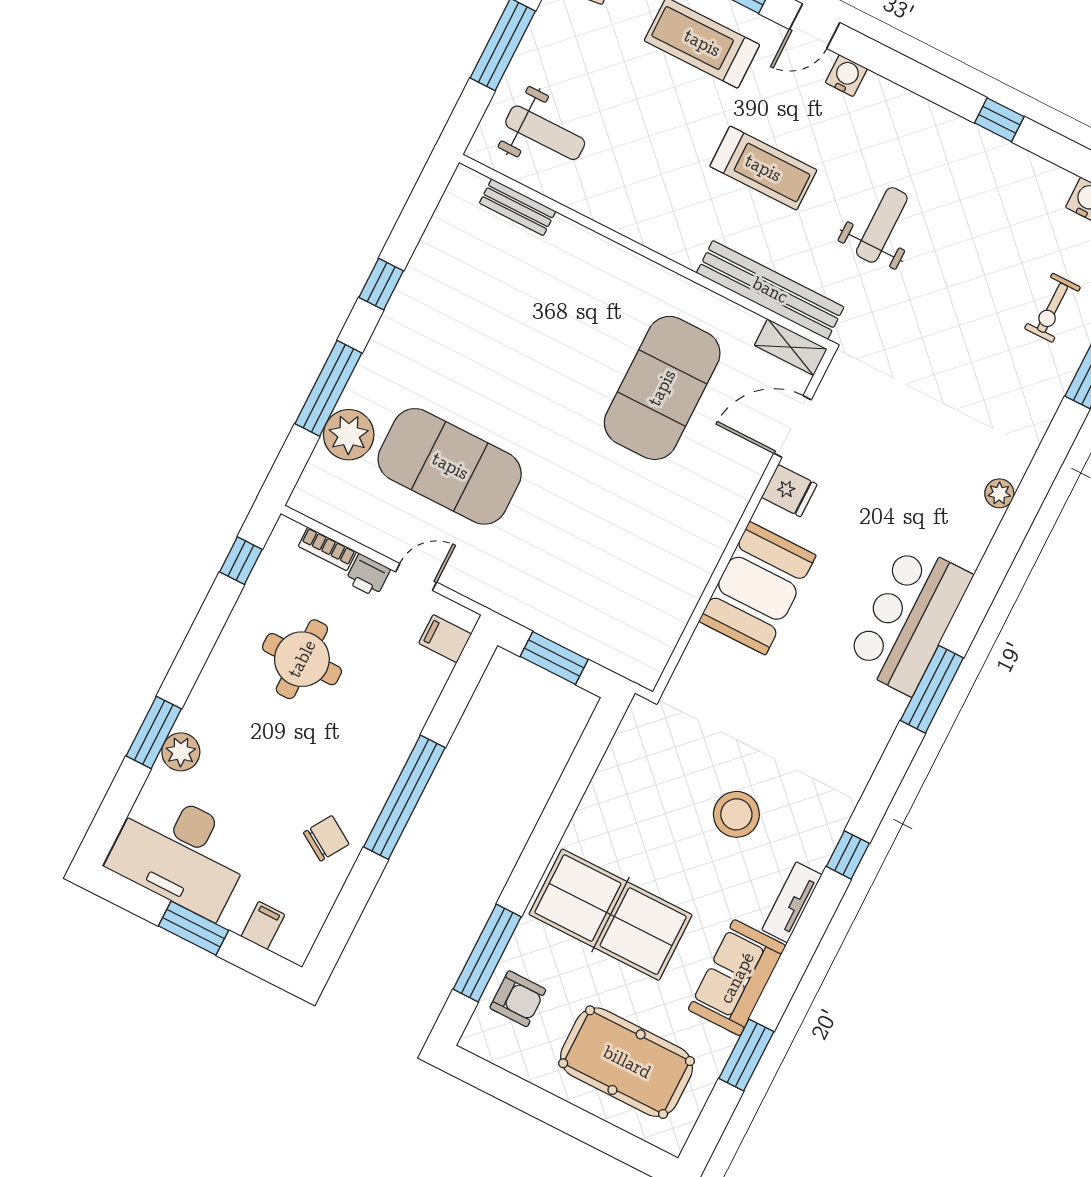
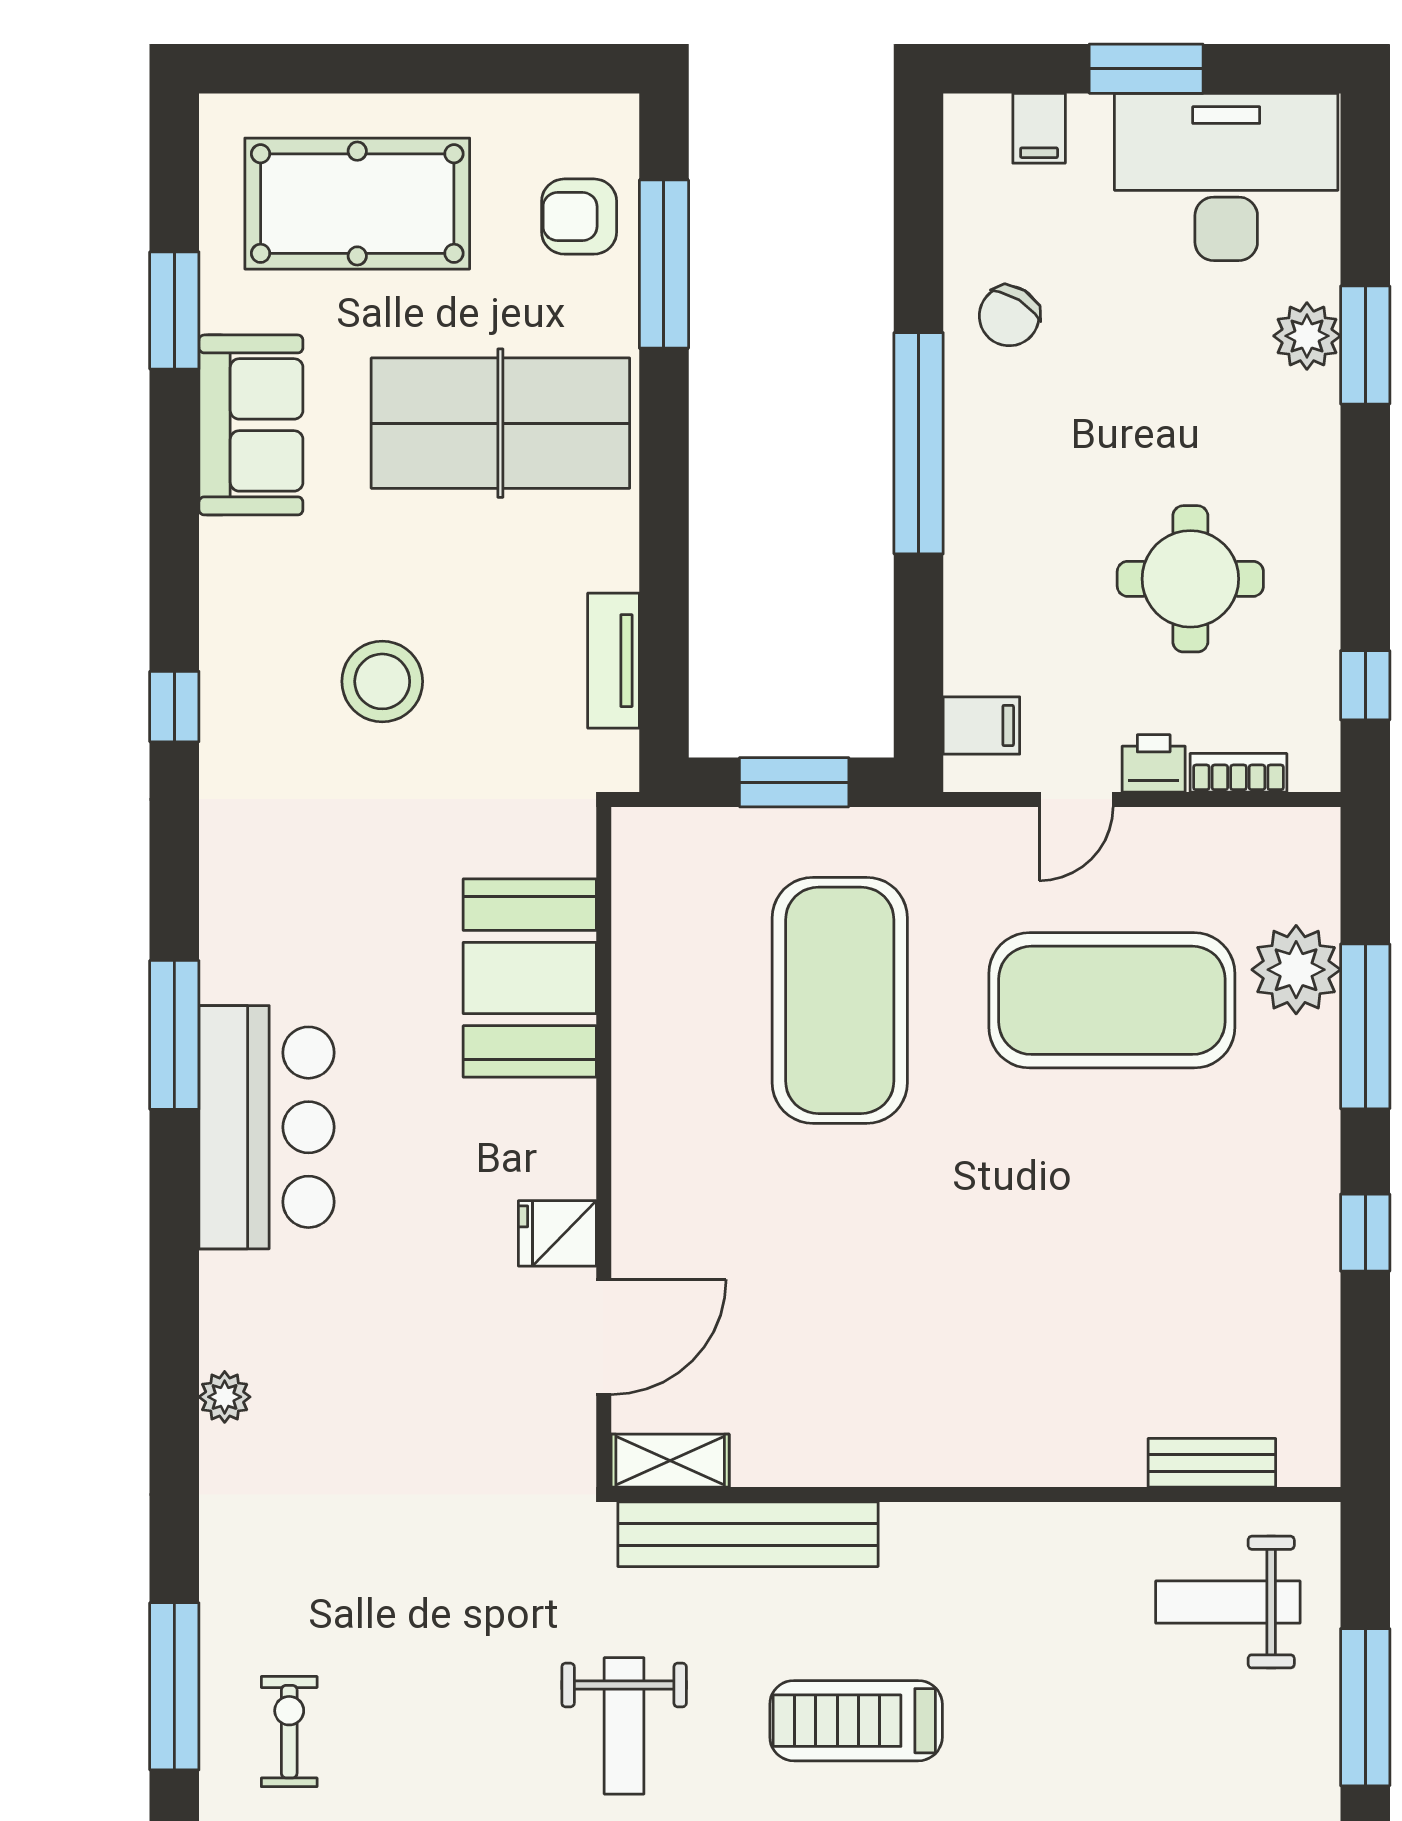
exercise mat: (662, 388) -> (840, 1000), moved
booth: (757, 588) -> (530, 978), moved
tv unit: (792, 902) -> (614, 661), moved, turned 180

